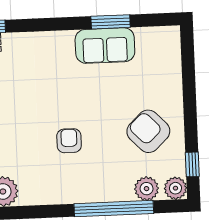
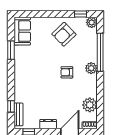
sofa: (105, 46) -> (22, 31), moved
plant: (147, 189) -> (91, 68), moved

